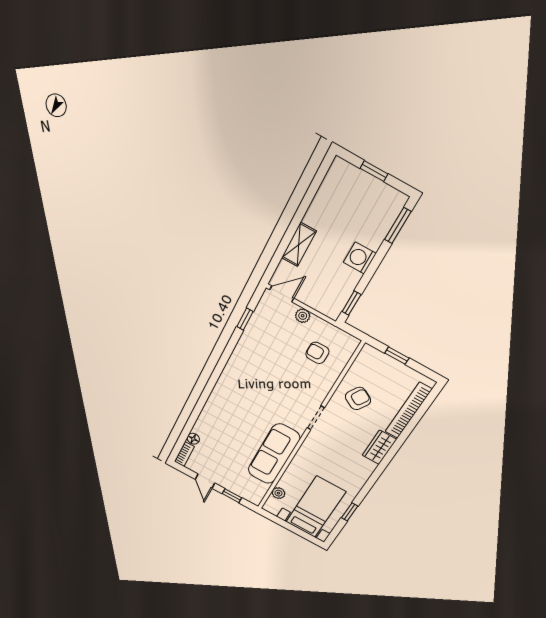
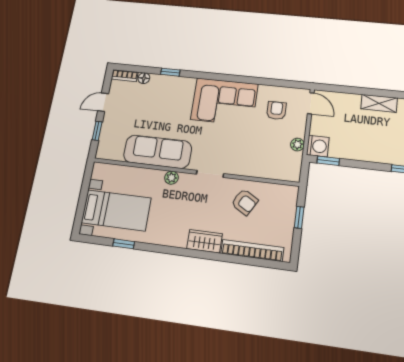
shelving: (299, 244) -> (379, 103), moved
washing machine: (360, 258) -> (318, 146), moved, turned 90
plant: (303, 316) -> (297, 145), moved
window: (245, 319) -> (170, 72), moved
armchair: (317, 353) -> (276, 111), moved
corner sofa: (246, 377) -> (224, 102), added
plant: (278, 493) -> (171, 178), moved

